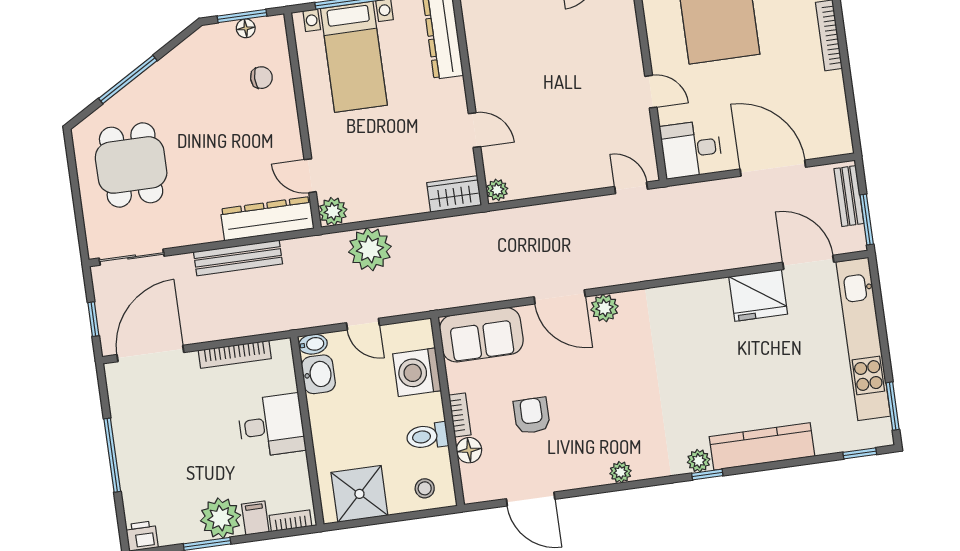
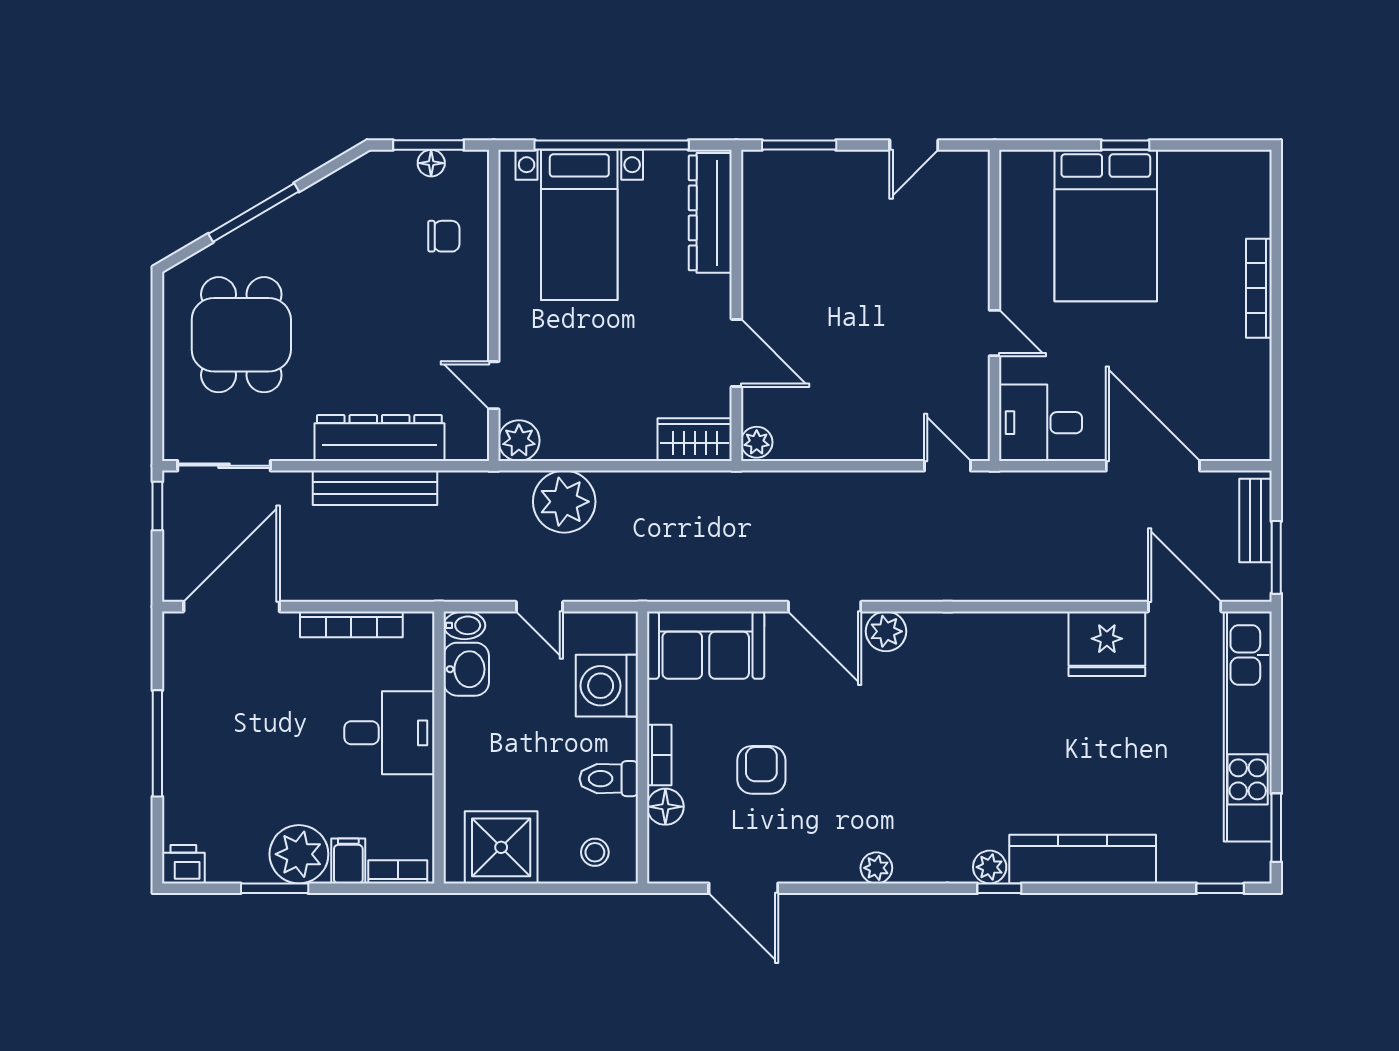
door: (474, 130) -> (736, 353), width x1.38
dresser: (267, 219) -> (379, 438), moved
window: (93, 319) -> (157, 506), moved

